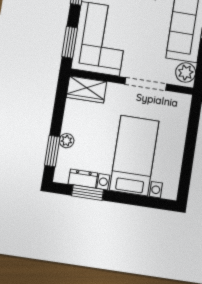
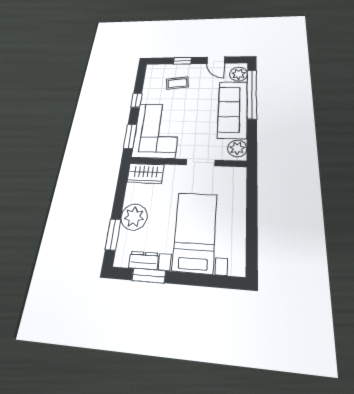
doorway: (146, 84) -> (201, 163), width x0.73
plant: (67, 141) -> (134, 217), width x1.88, depth x1.88

